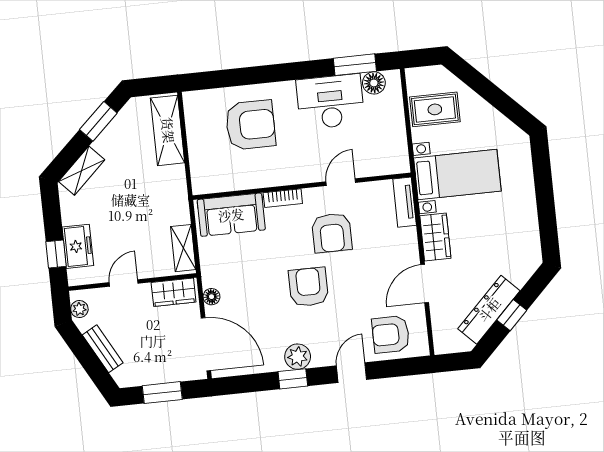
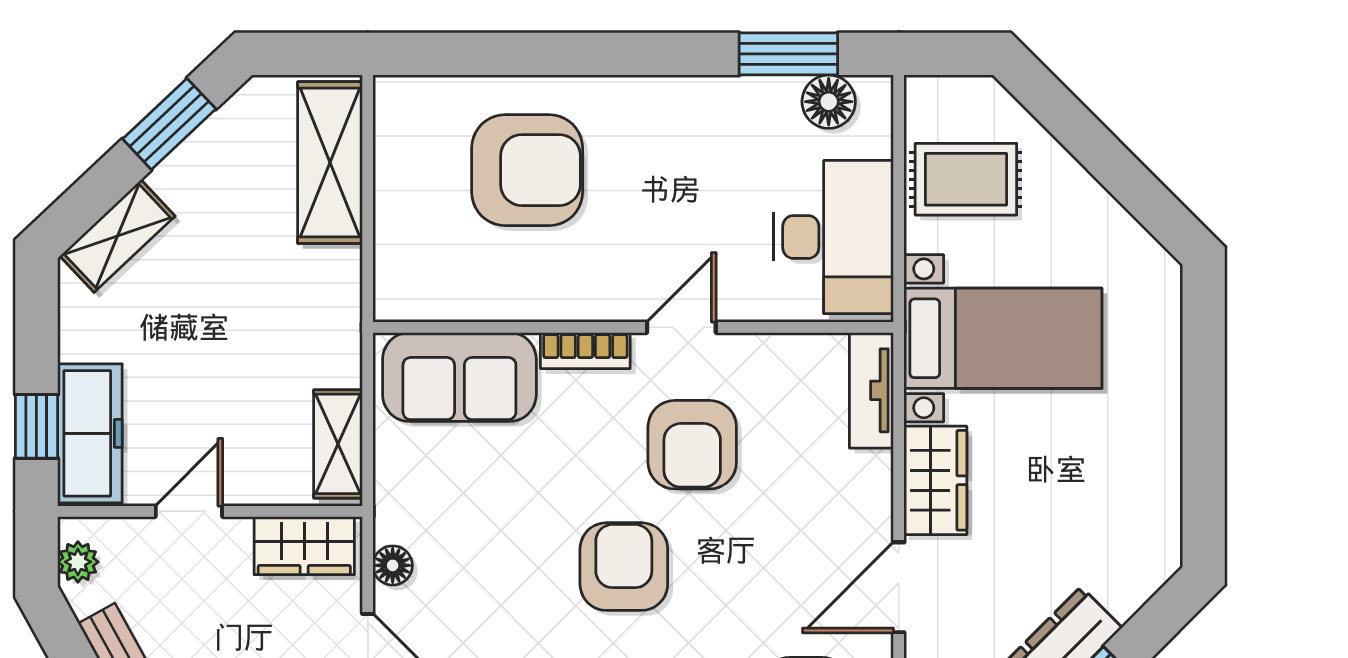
desk: (330, 102) -> (833, 237), moved, turned 90
door: (341, 182) -> (681, 327), moved
freezer: (78, 246) -> (90, 433), width x1.40

